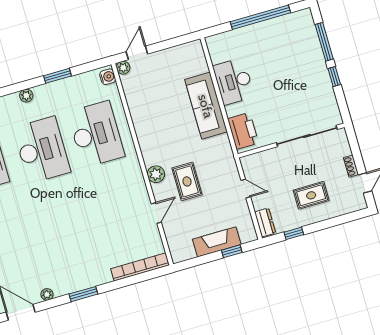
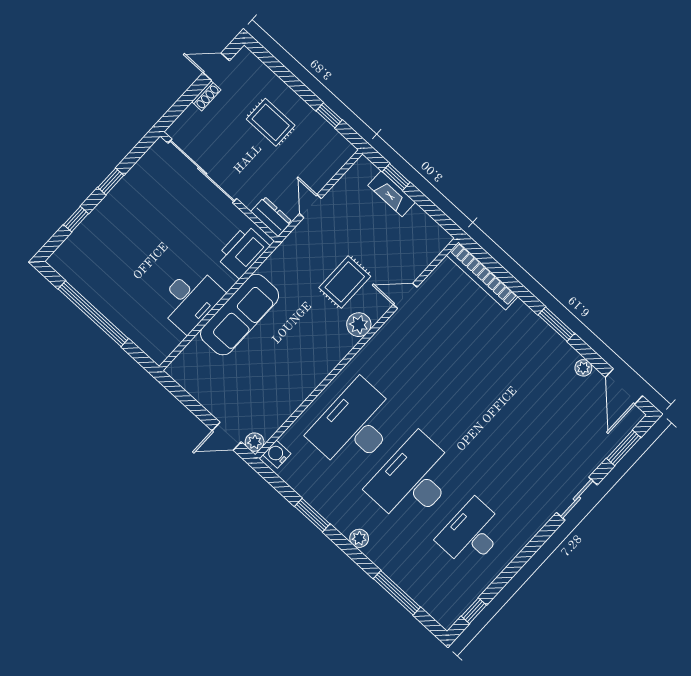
window: (324, 42) -> (76, 219), width x0.46
dresser: (265, 222) -> (271, 217), moved, turned 90
fireplace: (217, 242) -> (392, 194), width x0.73, depth x0.76

